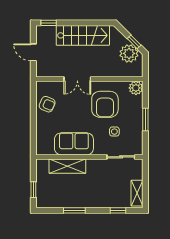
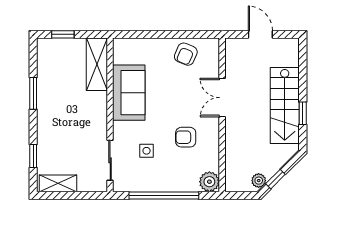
window: (49, 23) -> (303, 113), moved
door: (33, 52) -> (260, 34), hinge flipped
plant: (129, 53) -> (259, 181), width x0.53, depth x0.53
armchair: (105, 104) -> (186, 137), width x0.53, depth x0.53
window: (145, 119) -> (164, 195), width x2.11
shelving: (67, 166) -> (97, 64), moved

